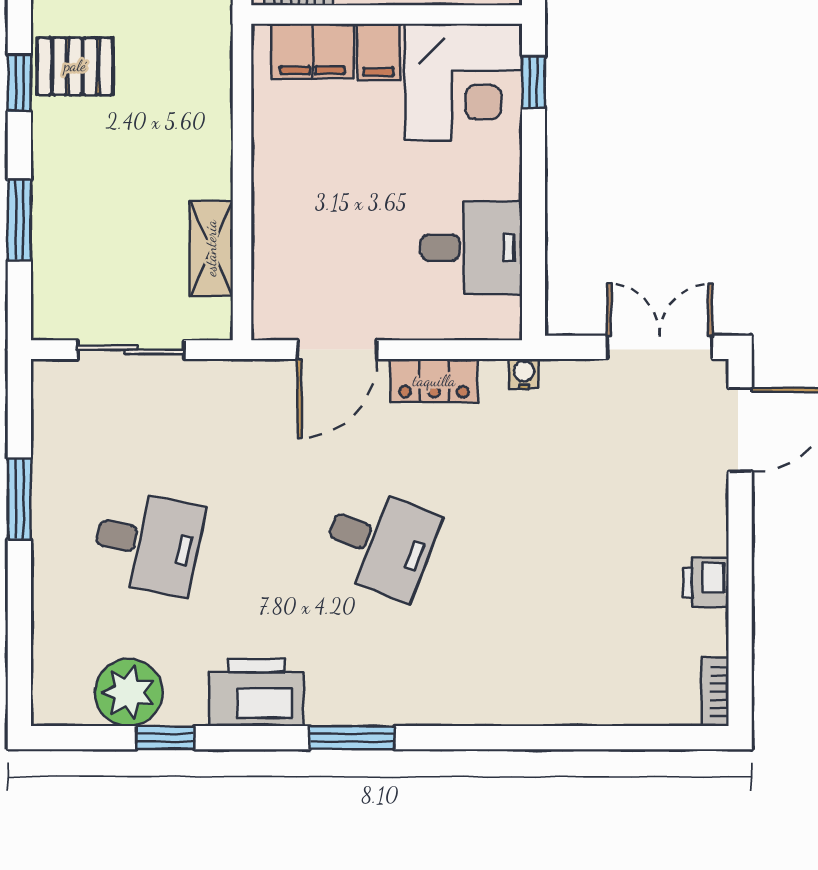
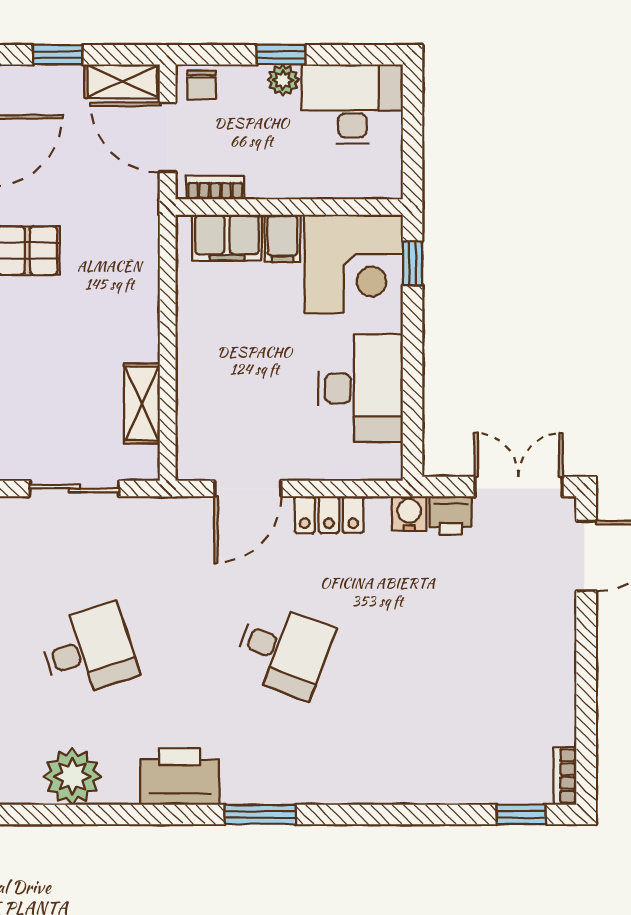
desk: (472, 248) -> (361, 388), width x1.37
water cooler: (524, 374) -> (409, 514), width x1.38, depth x1.38
desk: (148, 542) -> (88, 651), turned -30
printer: (706, 582) -> (451, 515), moved, turned -90
window: (165, 738) -> (521, 814), moved

